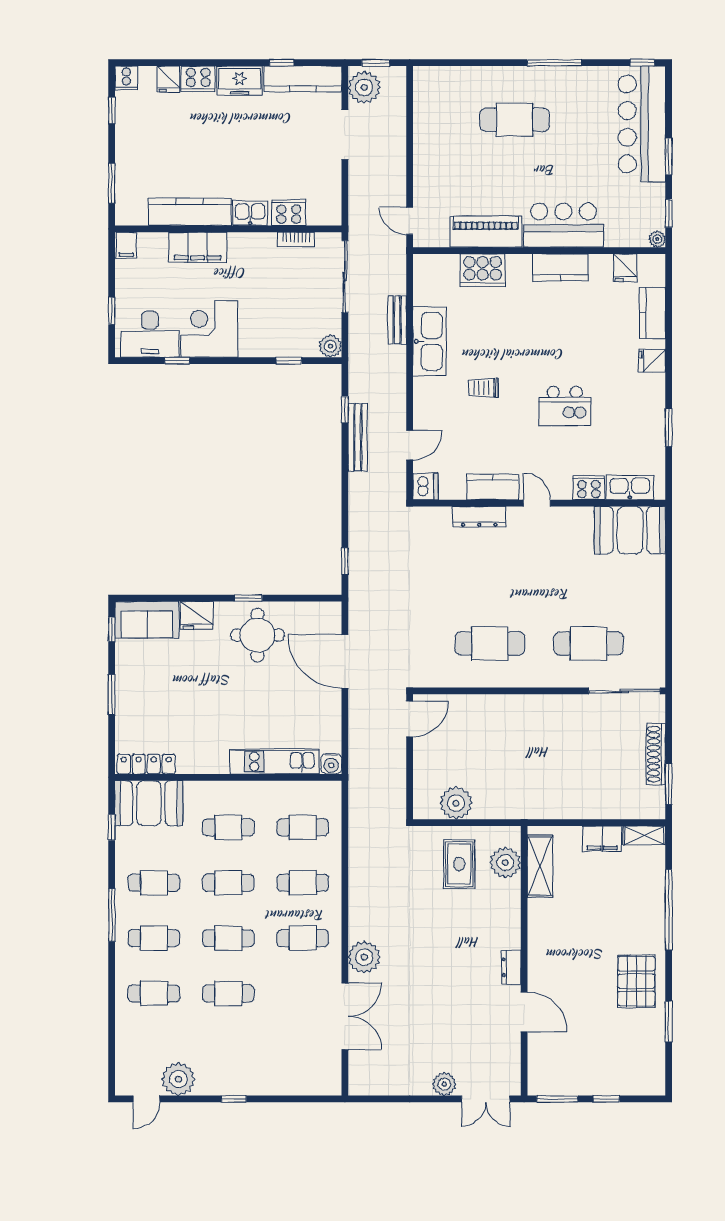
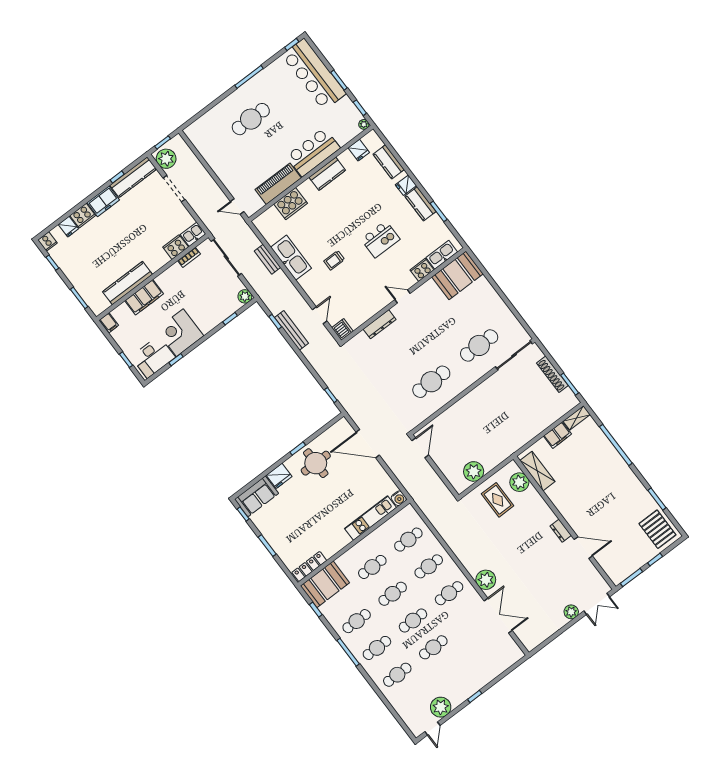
kitchen sink: (250, 213) -> (193, 234), moved
kitchen counter: (493, 487) -> (420, 204), moved, turned -90
pallet: (636, 981) -> (657, 529), moved

